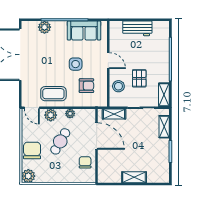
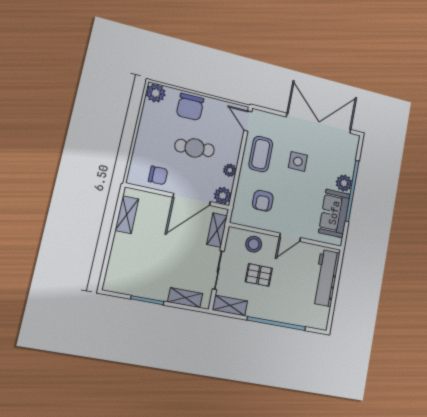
plant: (44, 27) -> (344, 183), moved
workbench: (137, 28) -> (326, 278), width x1.38
side table: (76, 64) -> (298, 161), moved
door: (32, 108) -> (248, 121), hinge flipped
plant: (51, 115) -> (223, 196), moved
cafe table: (60, 141) -> (195, 148), turned -34
chair: (32, 150) -> (190, 107), turned 90
shelving: (134, 177) -> (127, 215), moved

